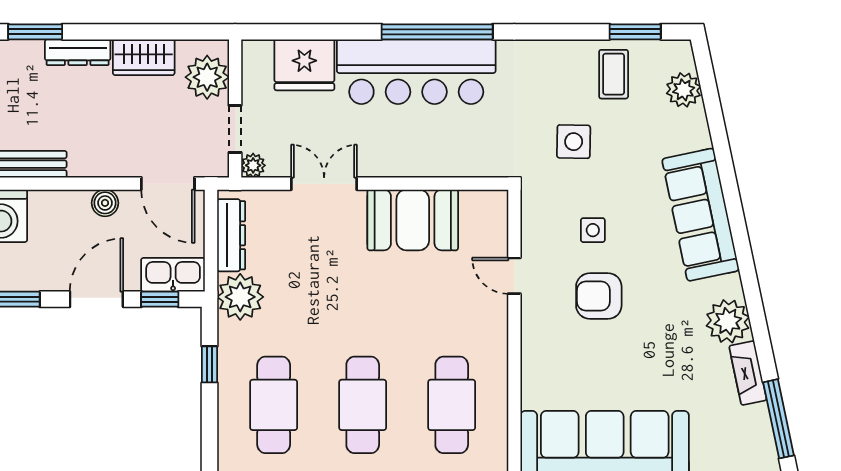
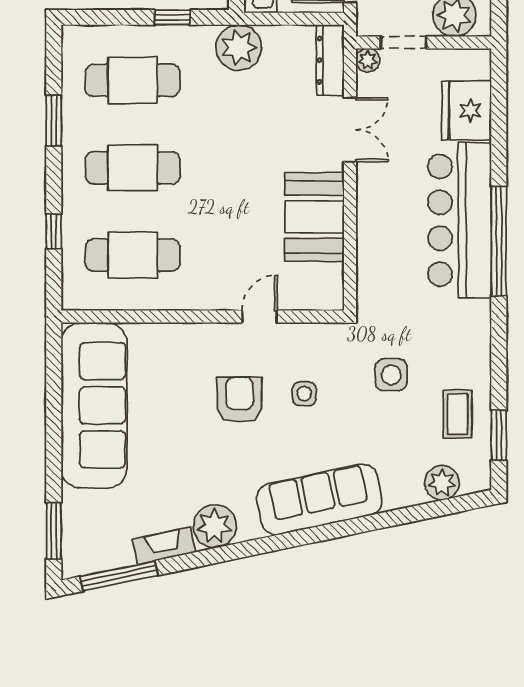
coffee table: (614, 74) -> (457, 414), turned 90
dresser: (231, 235) -> (330, 60), moved, turned 90

